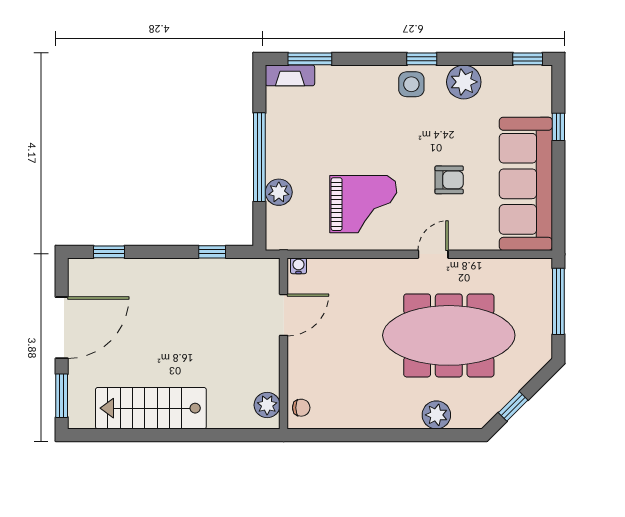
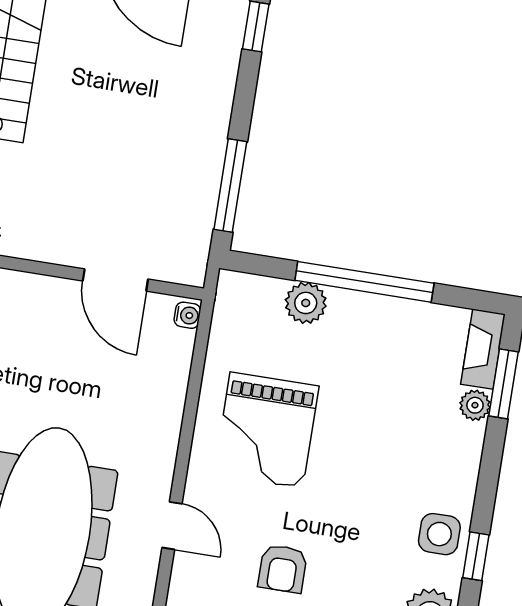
plant: (326, 75) -> (475, 405), added
window: (212, 252) -> (230, 186), width x2.17

